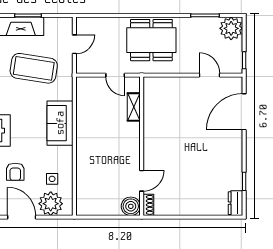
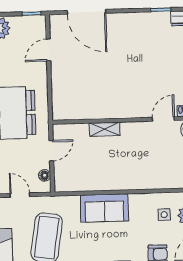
floor lamp: (92, 68) -> (45, 175), added
shelving: (134, 107) -> (105, 129), moved
door: (142, 181) -> (163, 119), hinge flipped

